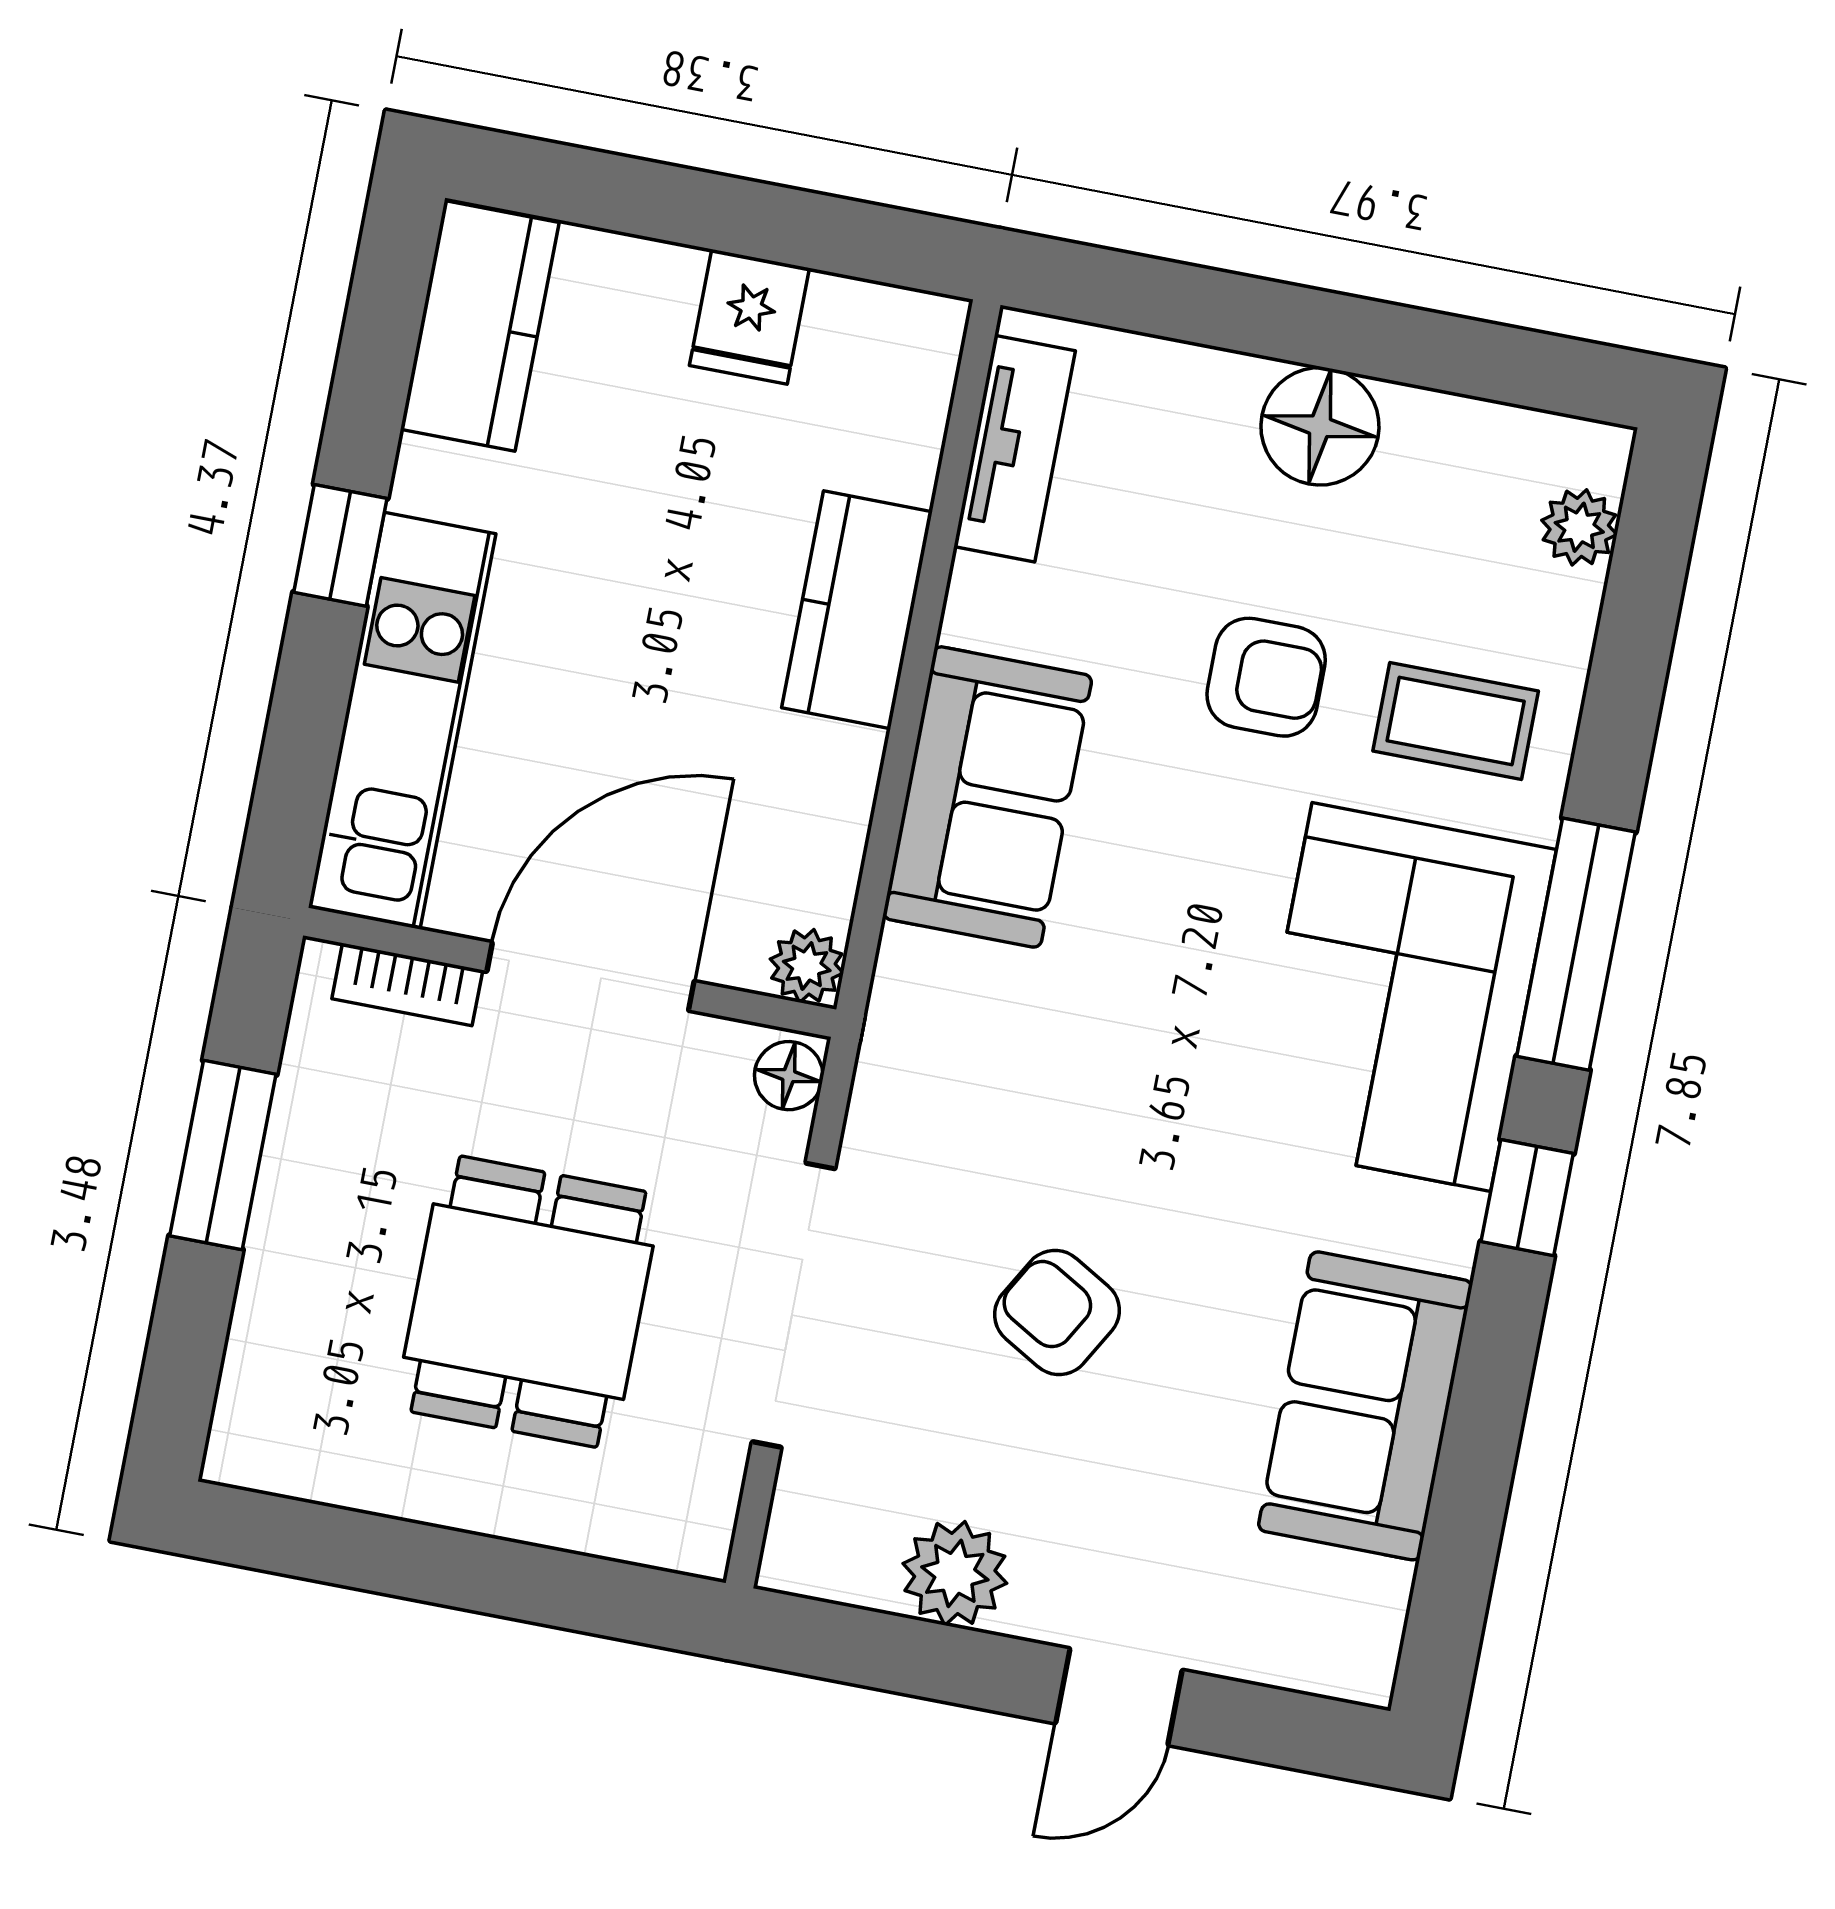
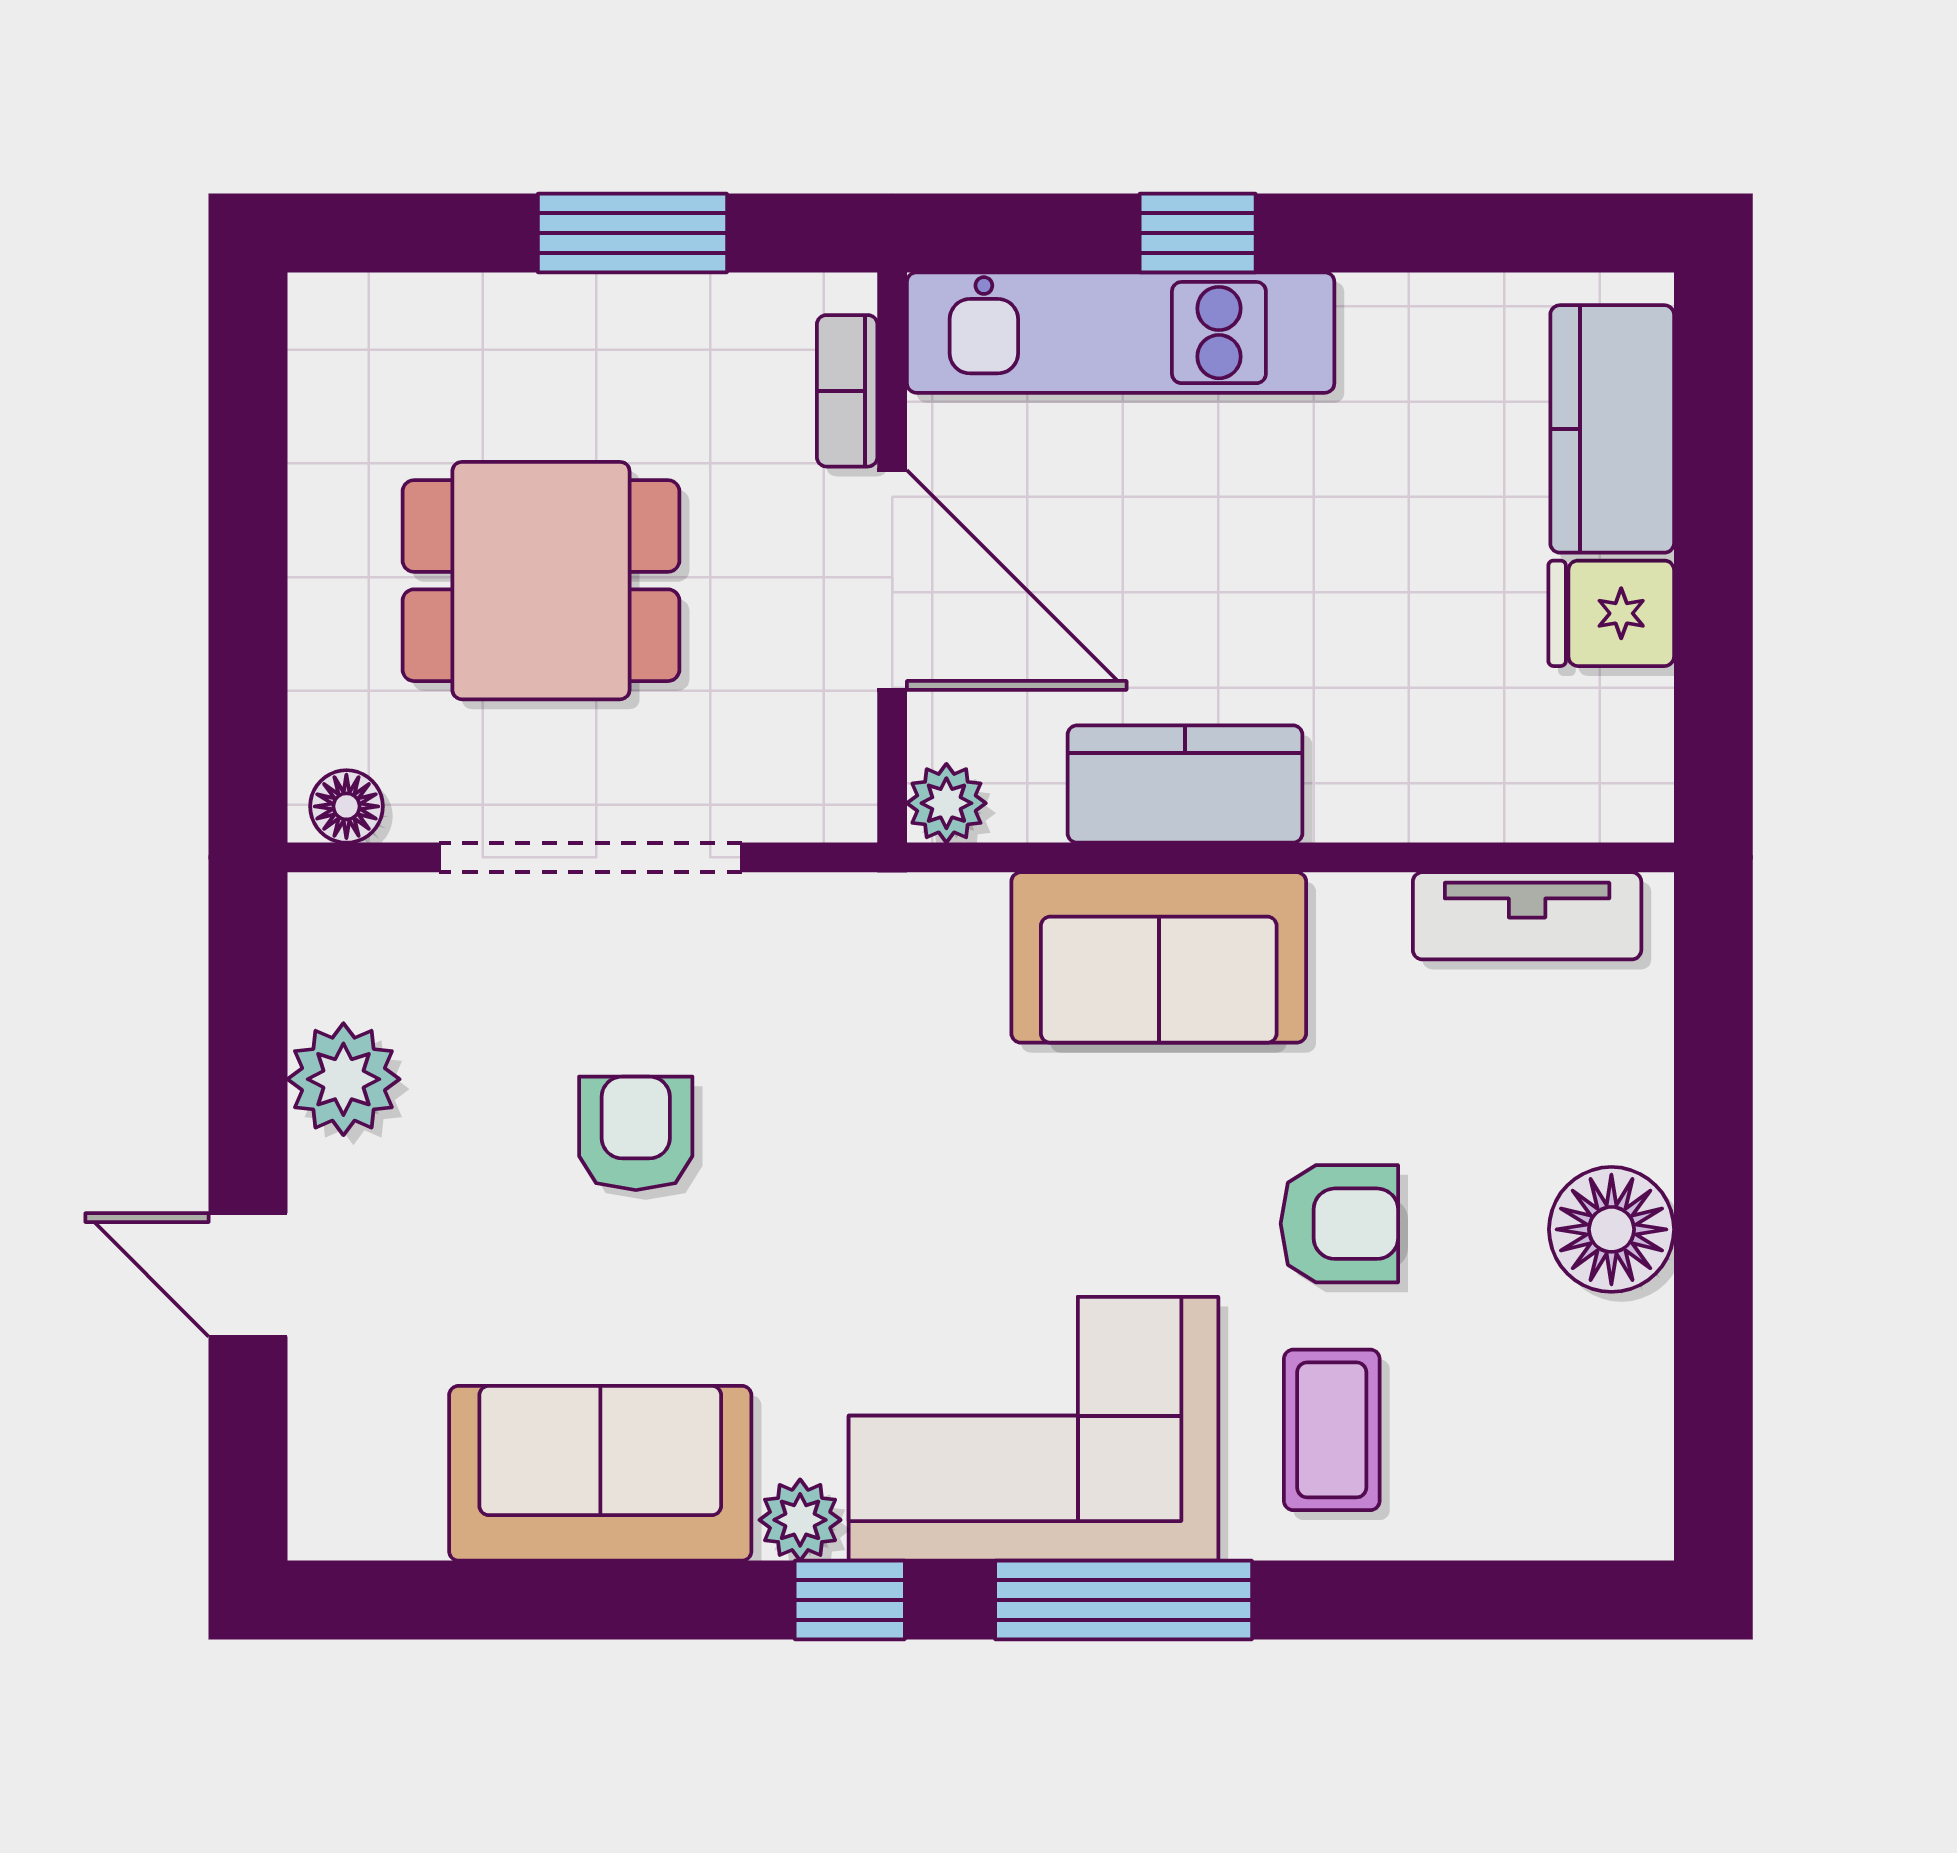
kitchen counter: (480, 326) -> (1612, 429), moved, turned 90
plant: (1579, 527) -> (800, 1520), moved
window: (340, 545) -> (1198, 233), moved
kitchen counter: (857, 610) -> (1185, 784), moved
armchair: (1266, 677) -> (1339, 1224), turned -90
floor lamp: (789, 1076) -> (346, 806), moved
armchair: (1057, 1312) -> (636, 1133), turned -30

